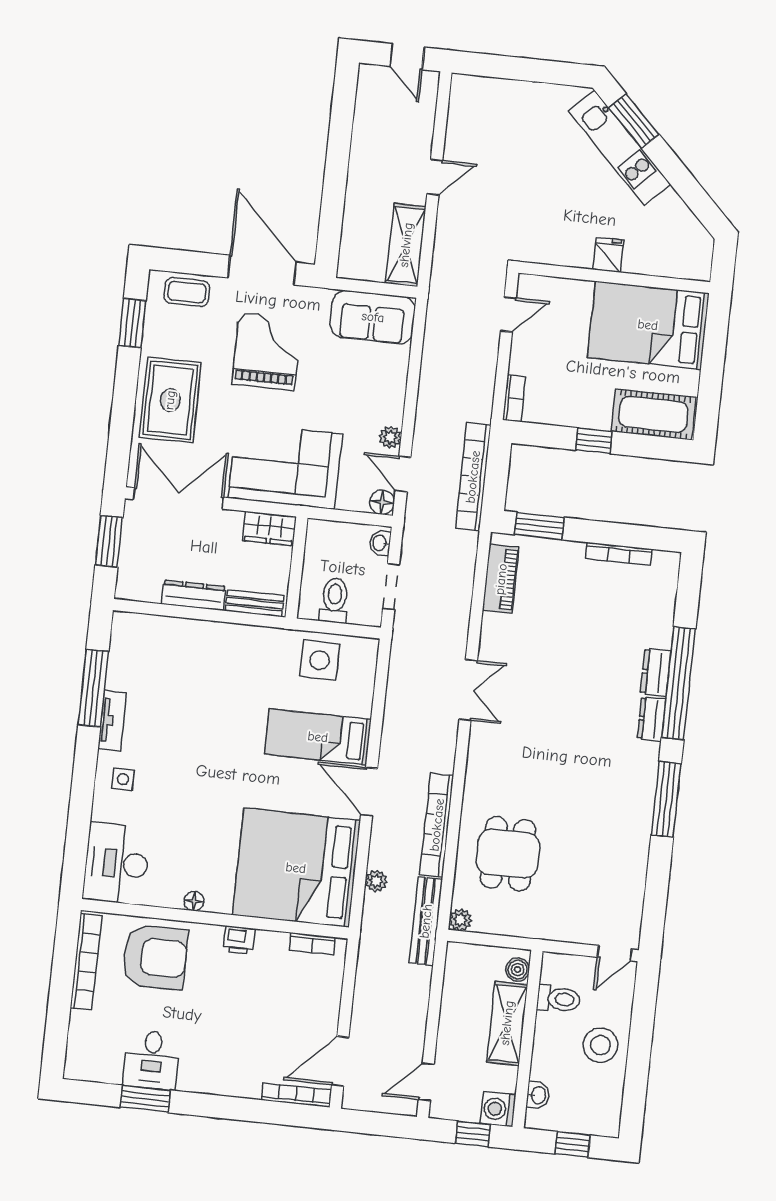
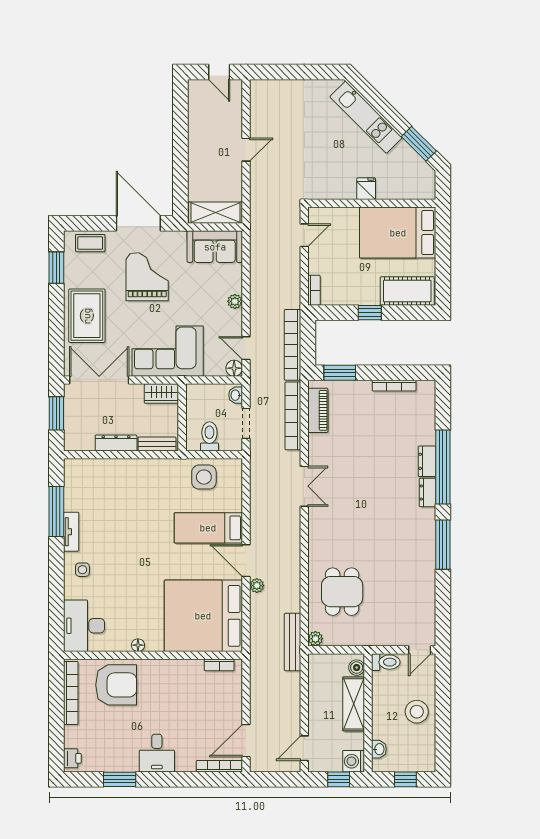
window: (634, 121) -> (419, 144), moved
shelving: (406, 245) -> (216, 213), moved, turned 90
plant: (390, 437) -> (235, 301), moved
bookcase: (437, 825) -> (293, 416), moved
plant: (376, 881) -> (257, 586), moved
printer: (239, 940) -> (72, 758), moved, turned -90
toilet: (559, 999) -> (386, 662), moved
desk: (152, 1060) -> (157, 753), moved

